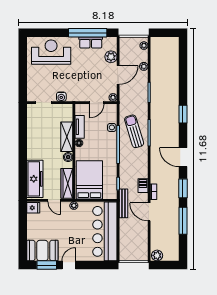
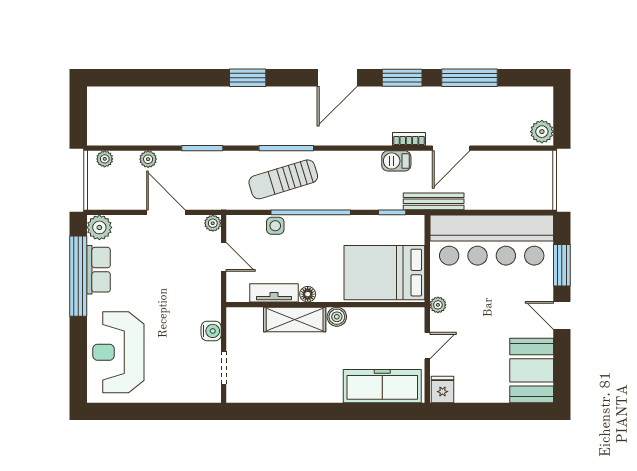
plant: (111, 57) -> (99, 227), moved
wardrobe: (67, 183) -> (392, 319), removed
window: (47, 265) -> (562, 265), moved

